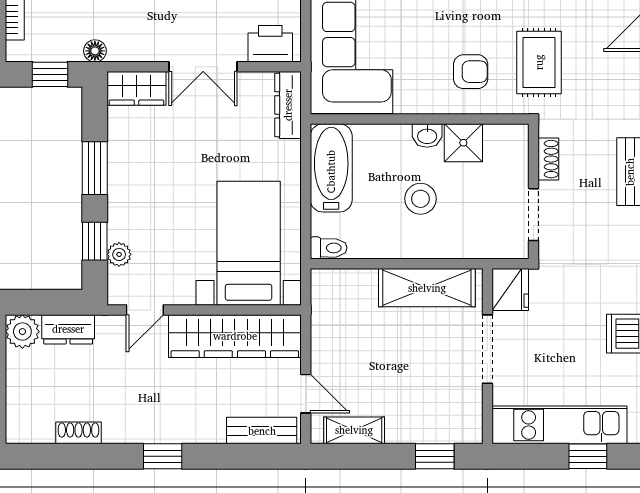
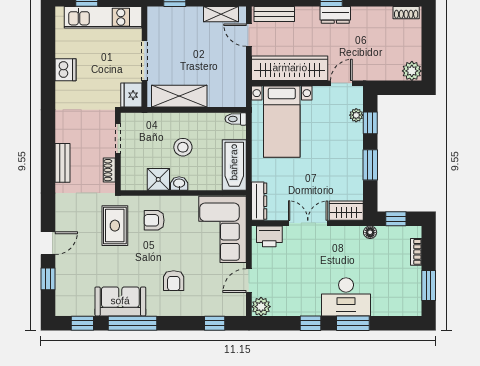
dresser: (68, 329) -> (335, 15), moved, turned 180
shoe rack: (79, 433) -> (406, 13), moved

